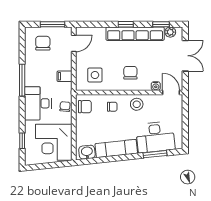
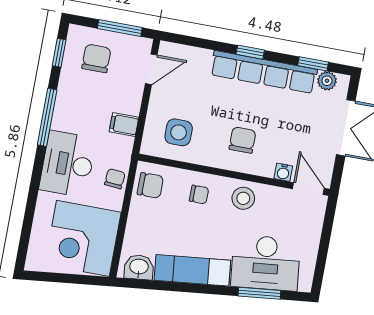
window: (22, 141) -> (59, 53), moved

